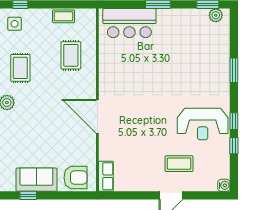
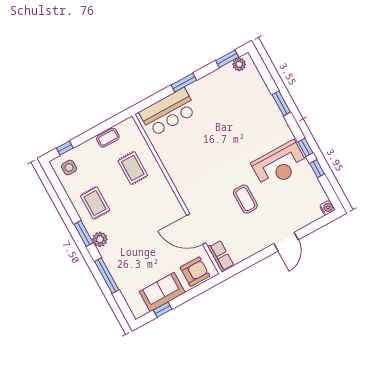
door: (97, 116) -> (196, 229), moved
coffee table: (179, 164) -> (245, 199), moved, turned 90

